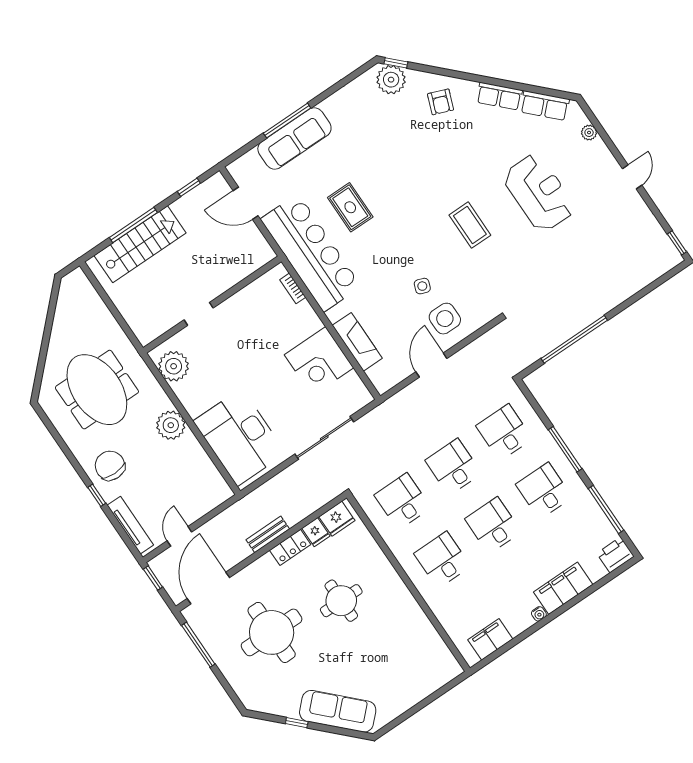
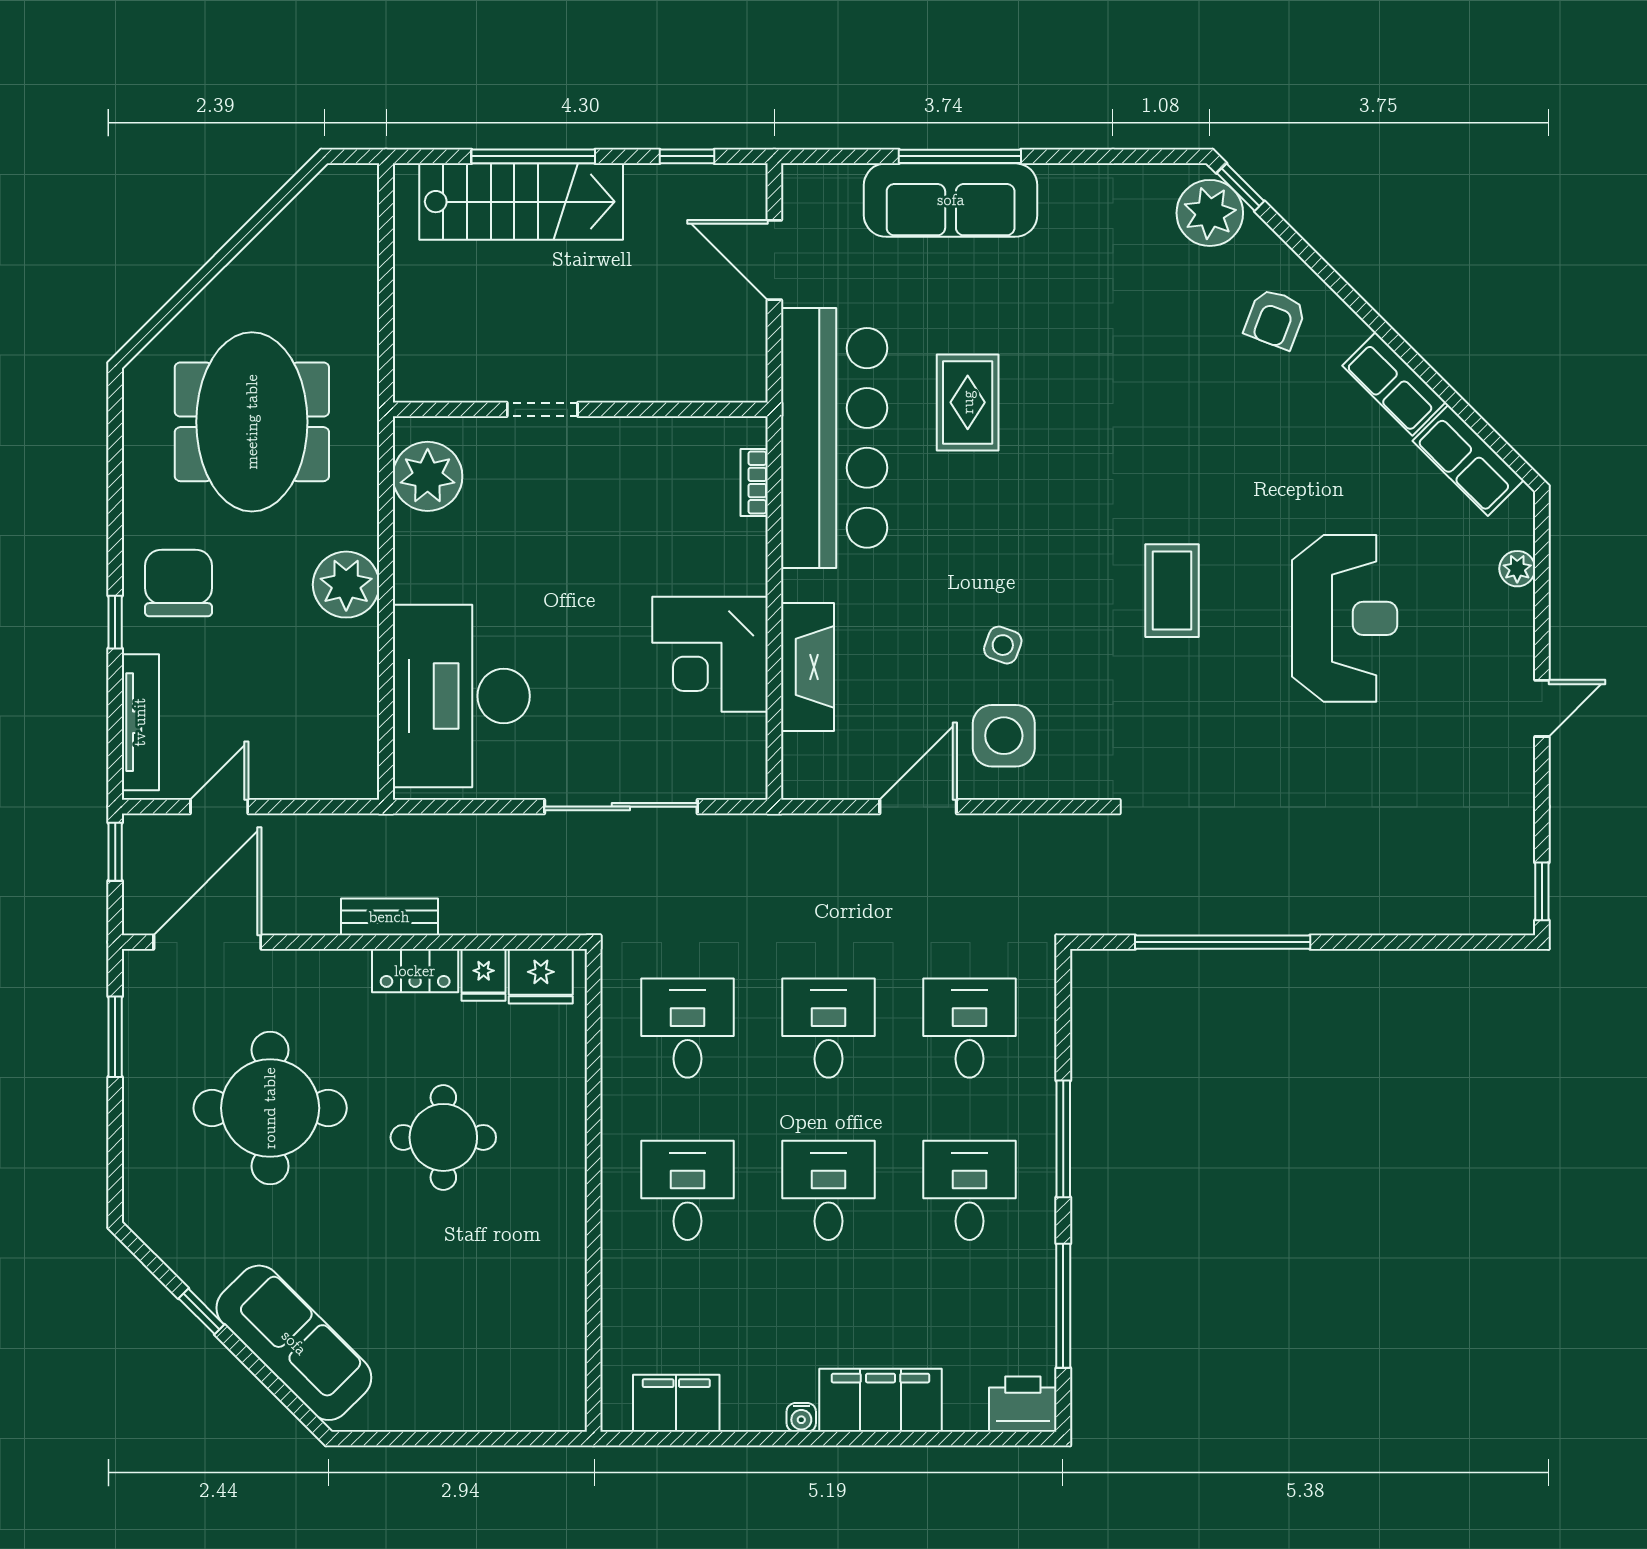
window: (198, 645) -> (115, 1037), width x0.69

